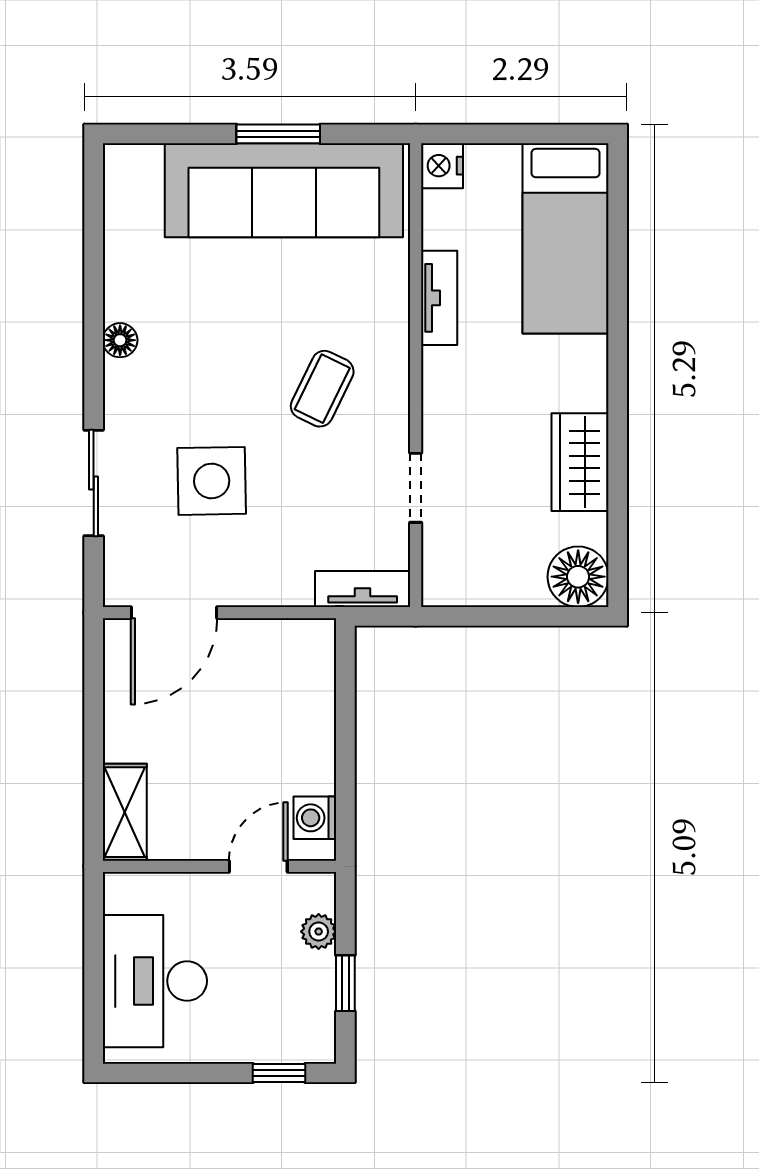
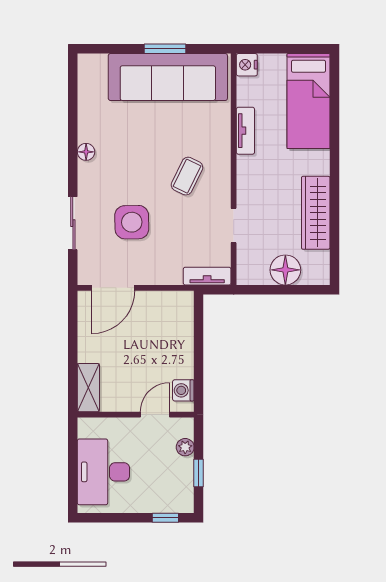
wardrobe: (580, 462) -> (316, 213), width x1.50
floor lamp: (578, 577) -> (285, 270), moved

